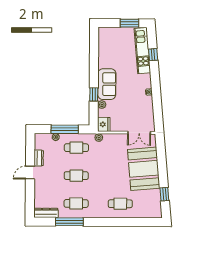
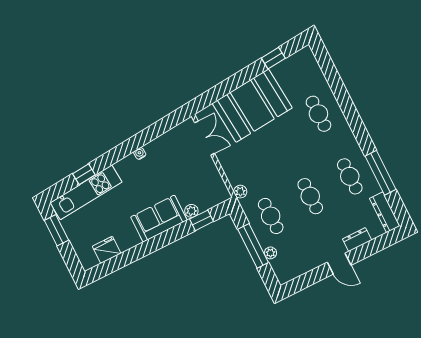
window: (94, 94) -> (202, 220), moved
fridge: (104, 124) -> (107, 250), moved
dresser: (39, 158) -> (357, 240), moved

